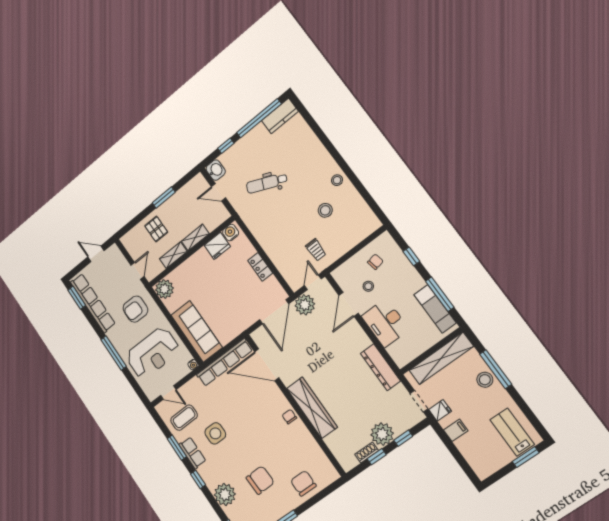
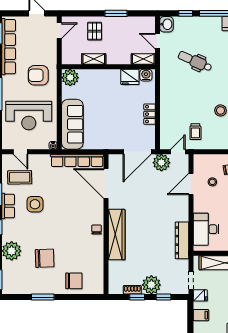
shelving: (195, 237) -> (143, 59), moved
door: (137, 271) -> (59, 31), moved
desk: (385, 323) -> (206, 229), moved
chair: (303, 483) -> (74, 281), turned 90

